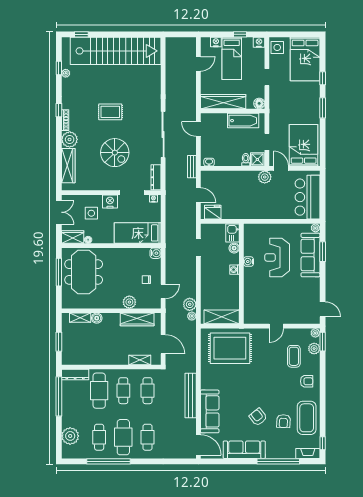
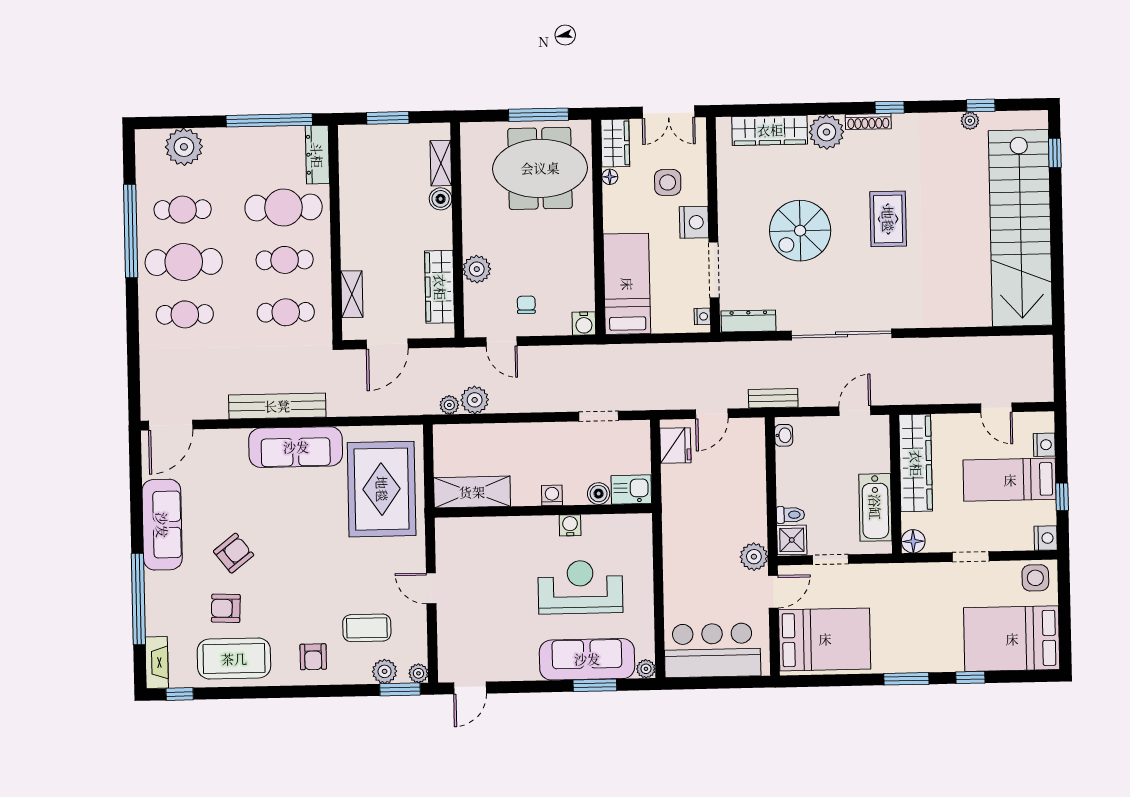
shelving: (222, 317) -> (472, 492), moved, turned 90
sofa: (210, 411) -> (296, 447), moved

